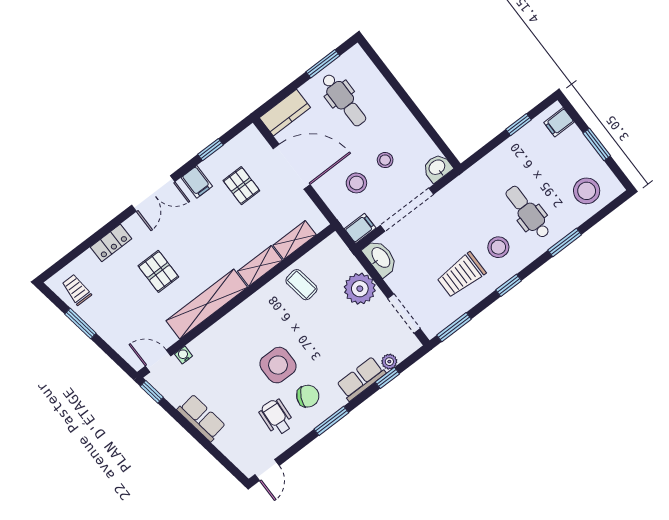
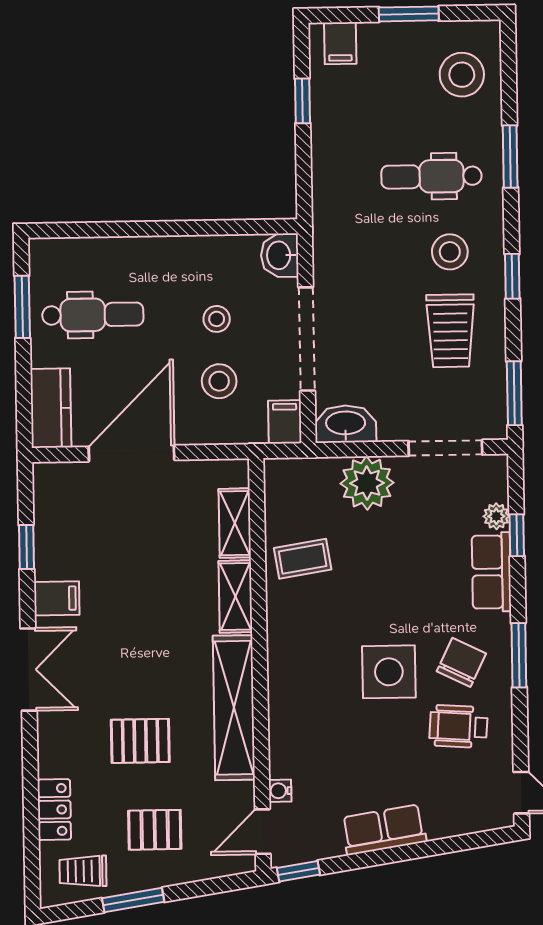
pallet: (241, 186) -> (155, 830), moved
locker: (111, 243) -> (54, 810), moved

